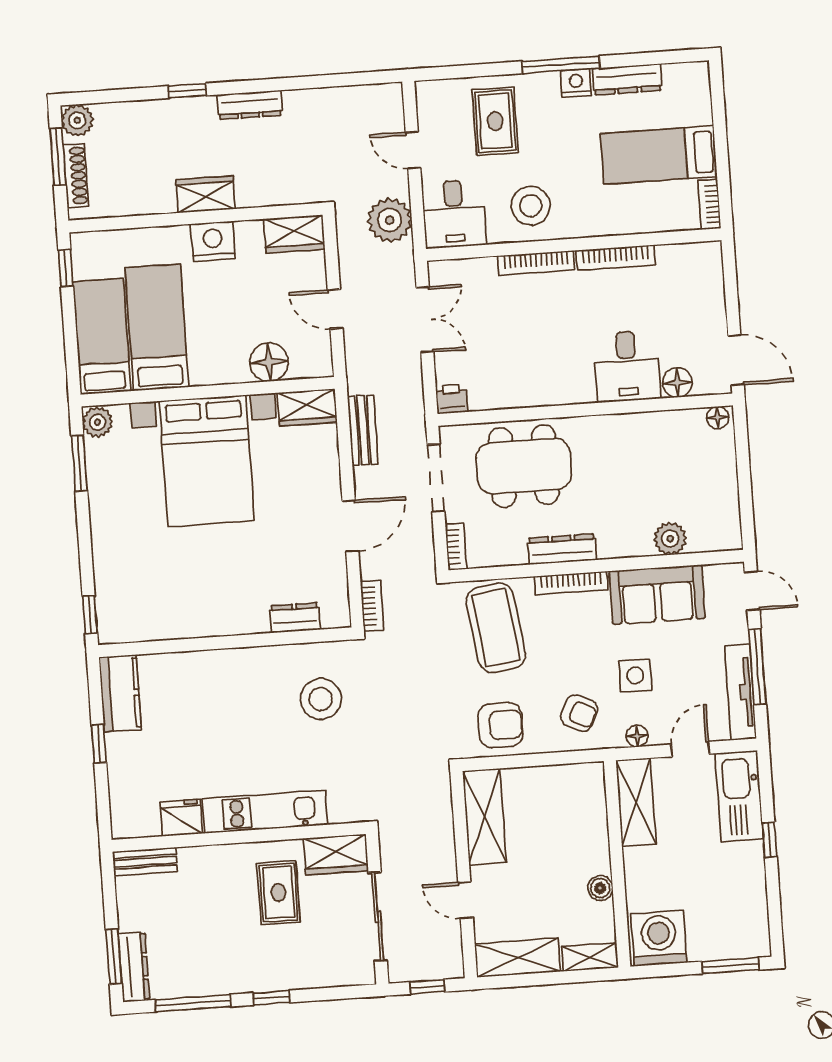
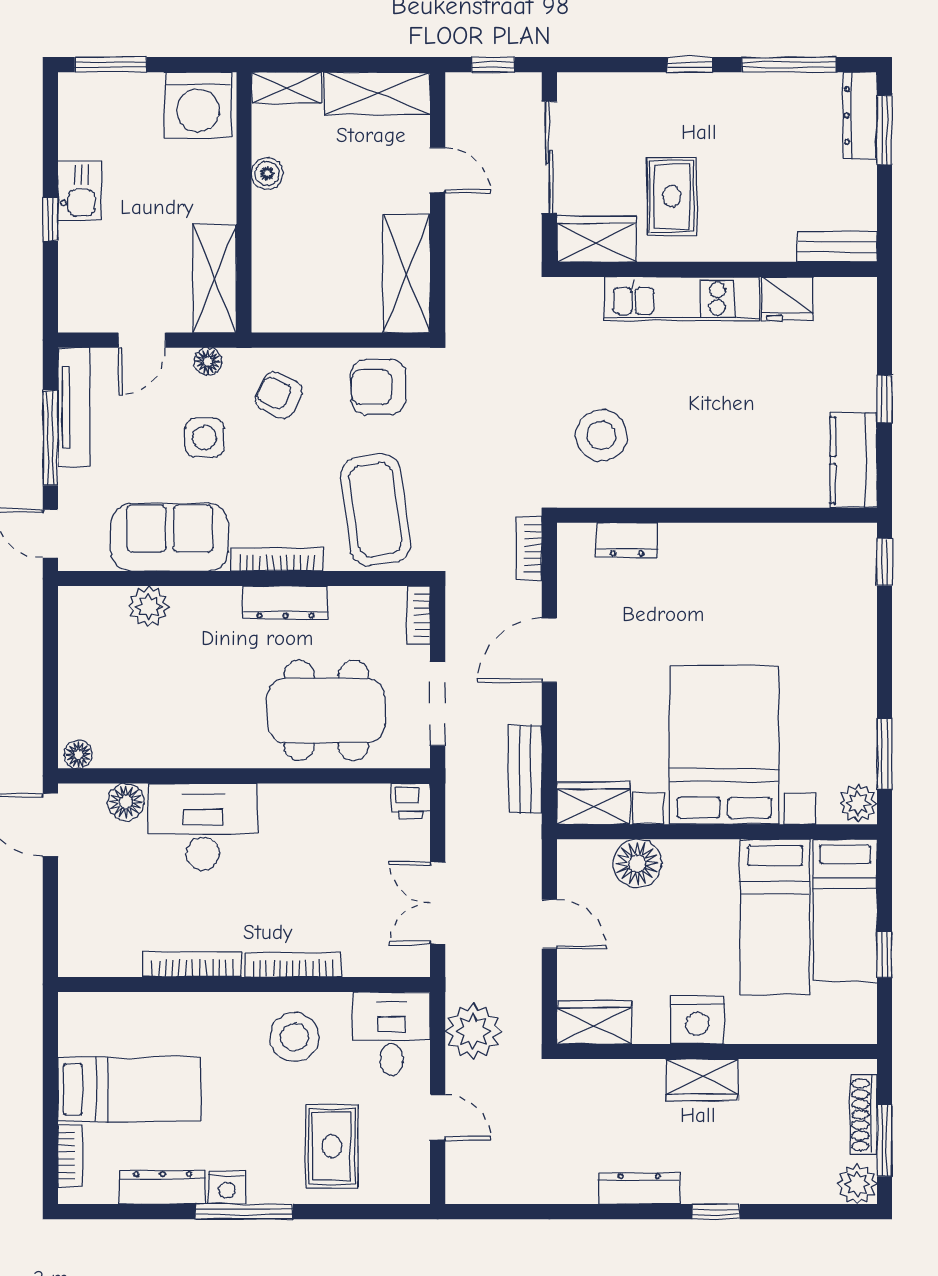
bookcase: (709, 204) -> (70, 1156), moved
window: (66, 268) -> (884, 954), moved
desk: (627, 366) -> (203, 827), width x1.37
kitchen sink: (739, 796) -> (79, 191), moved, width x0.53, depth x0.81

